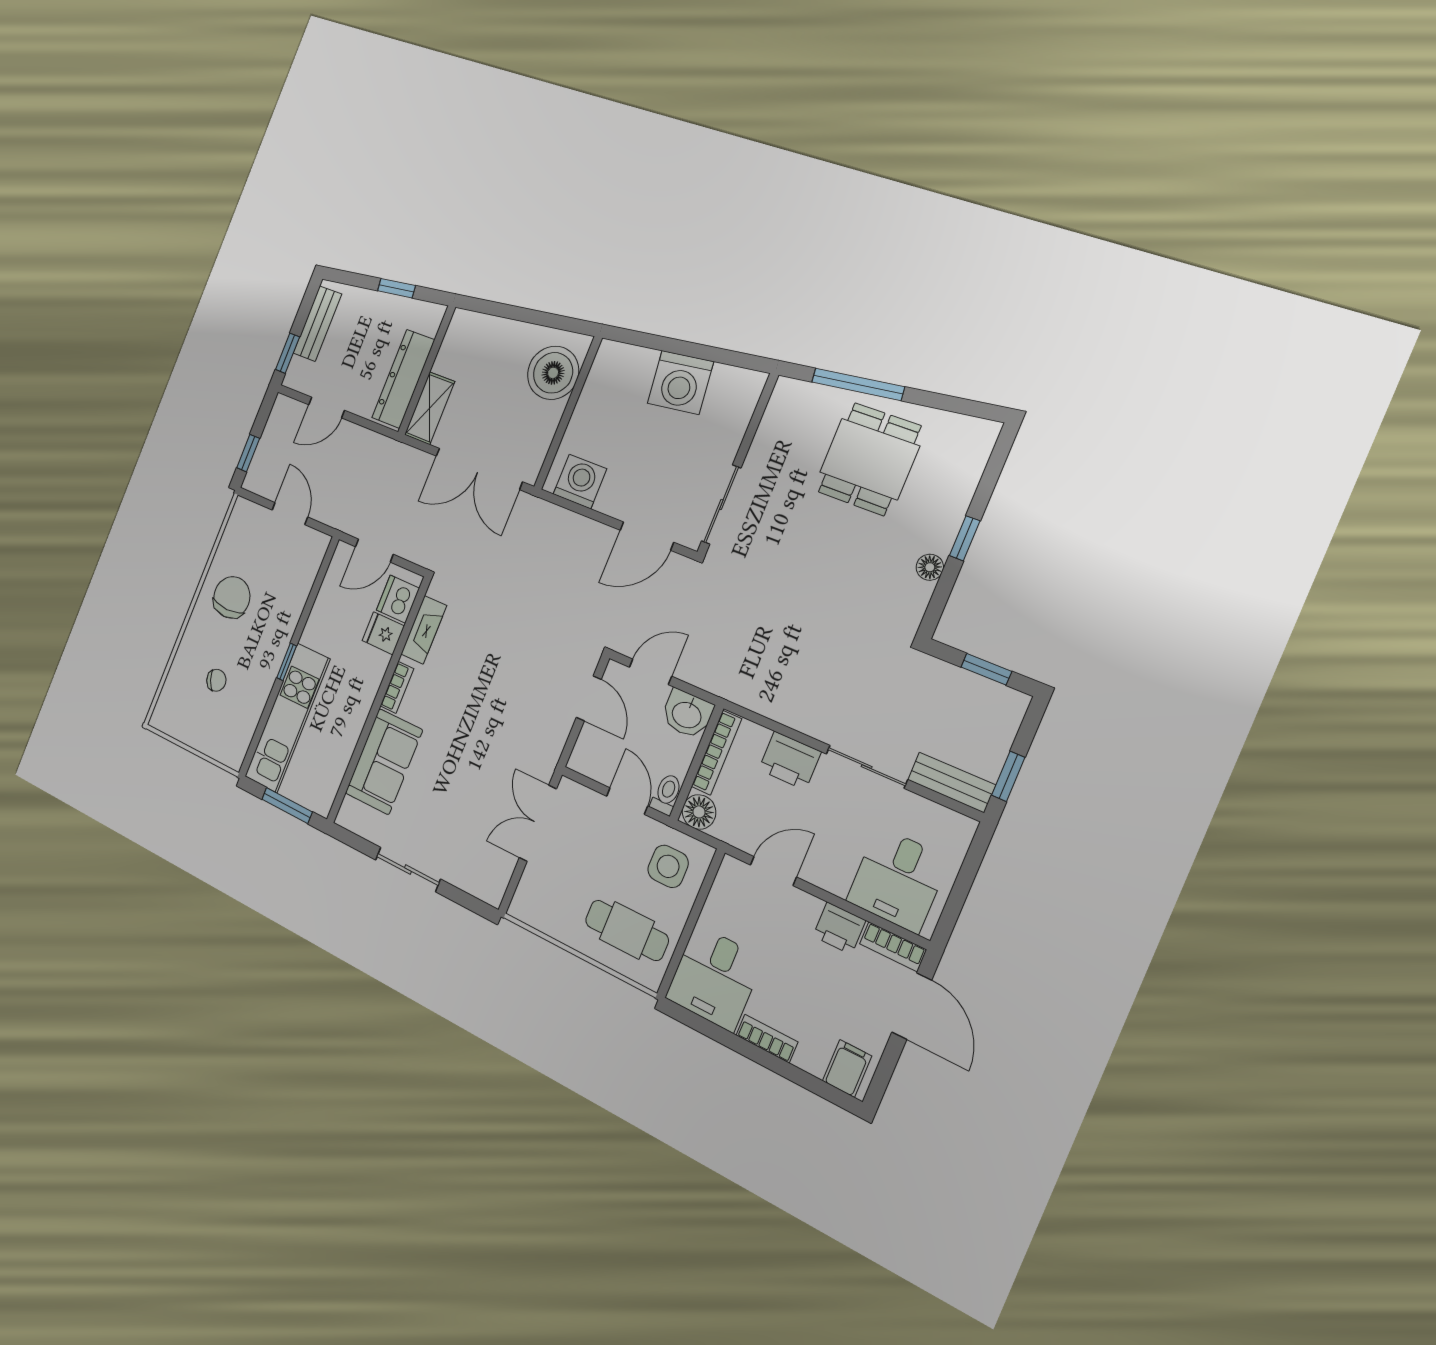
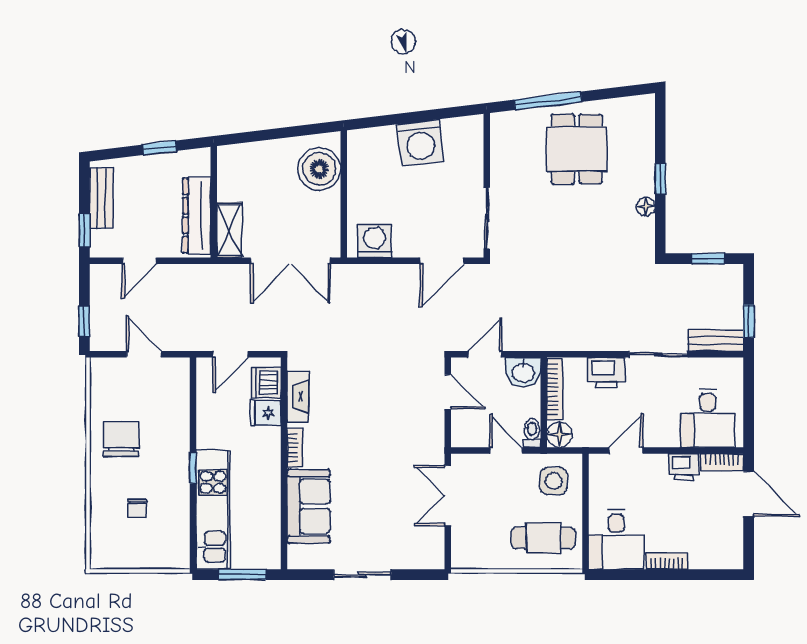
chair: (216, 680) -> (137, 508), turned 113
filing cabinet: (847, 1068) -> (725, 553), removed

